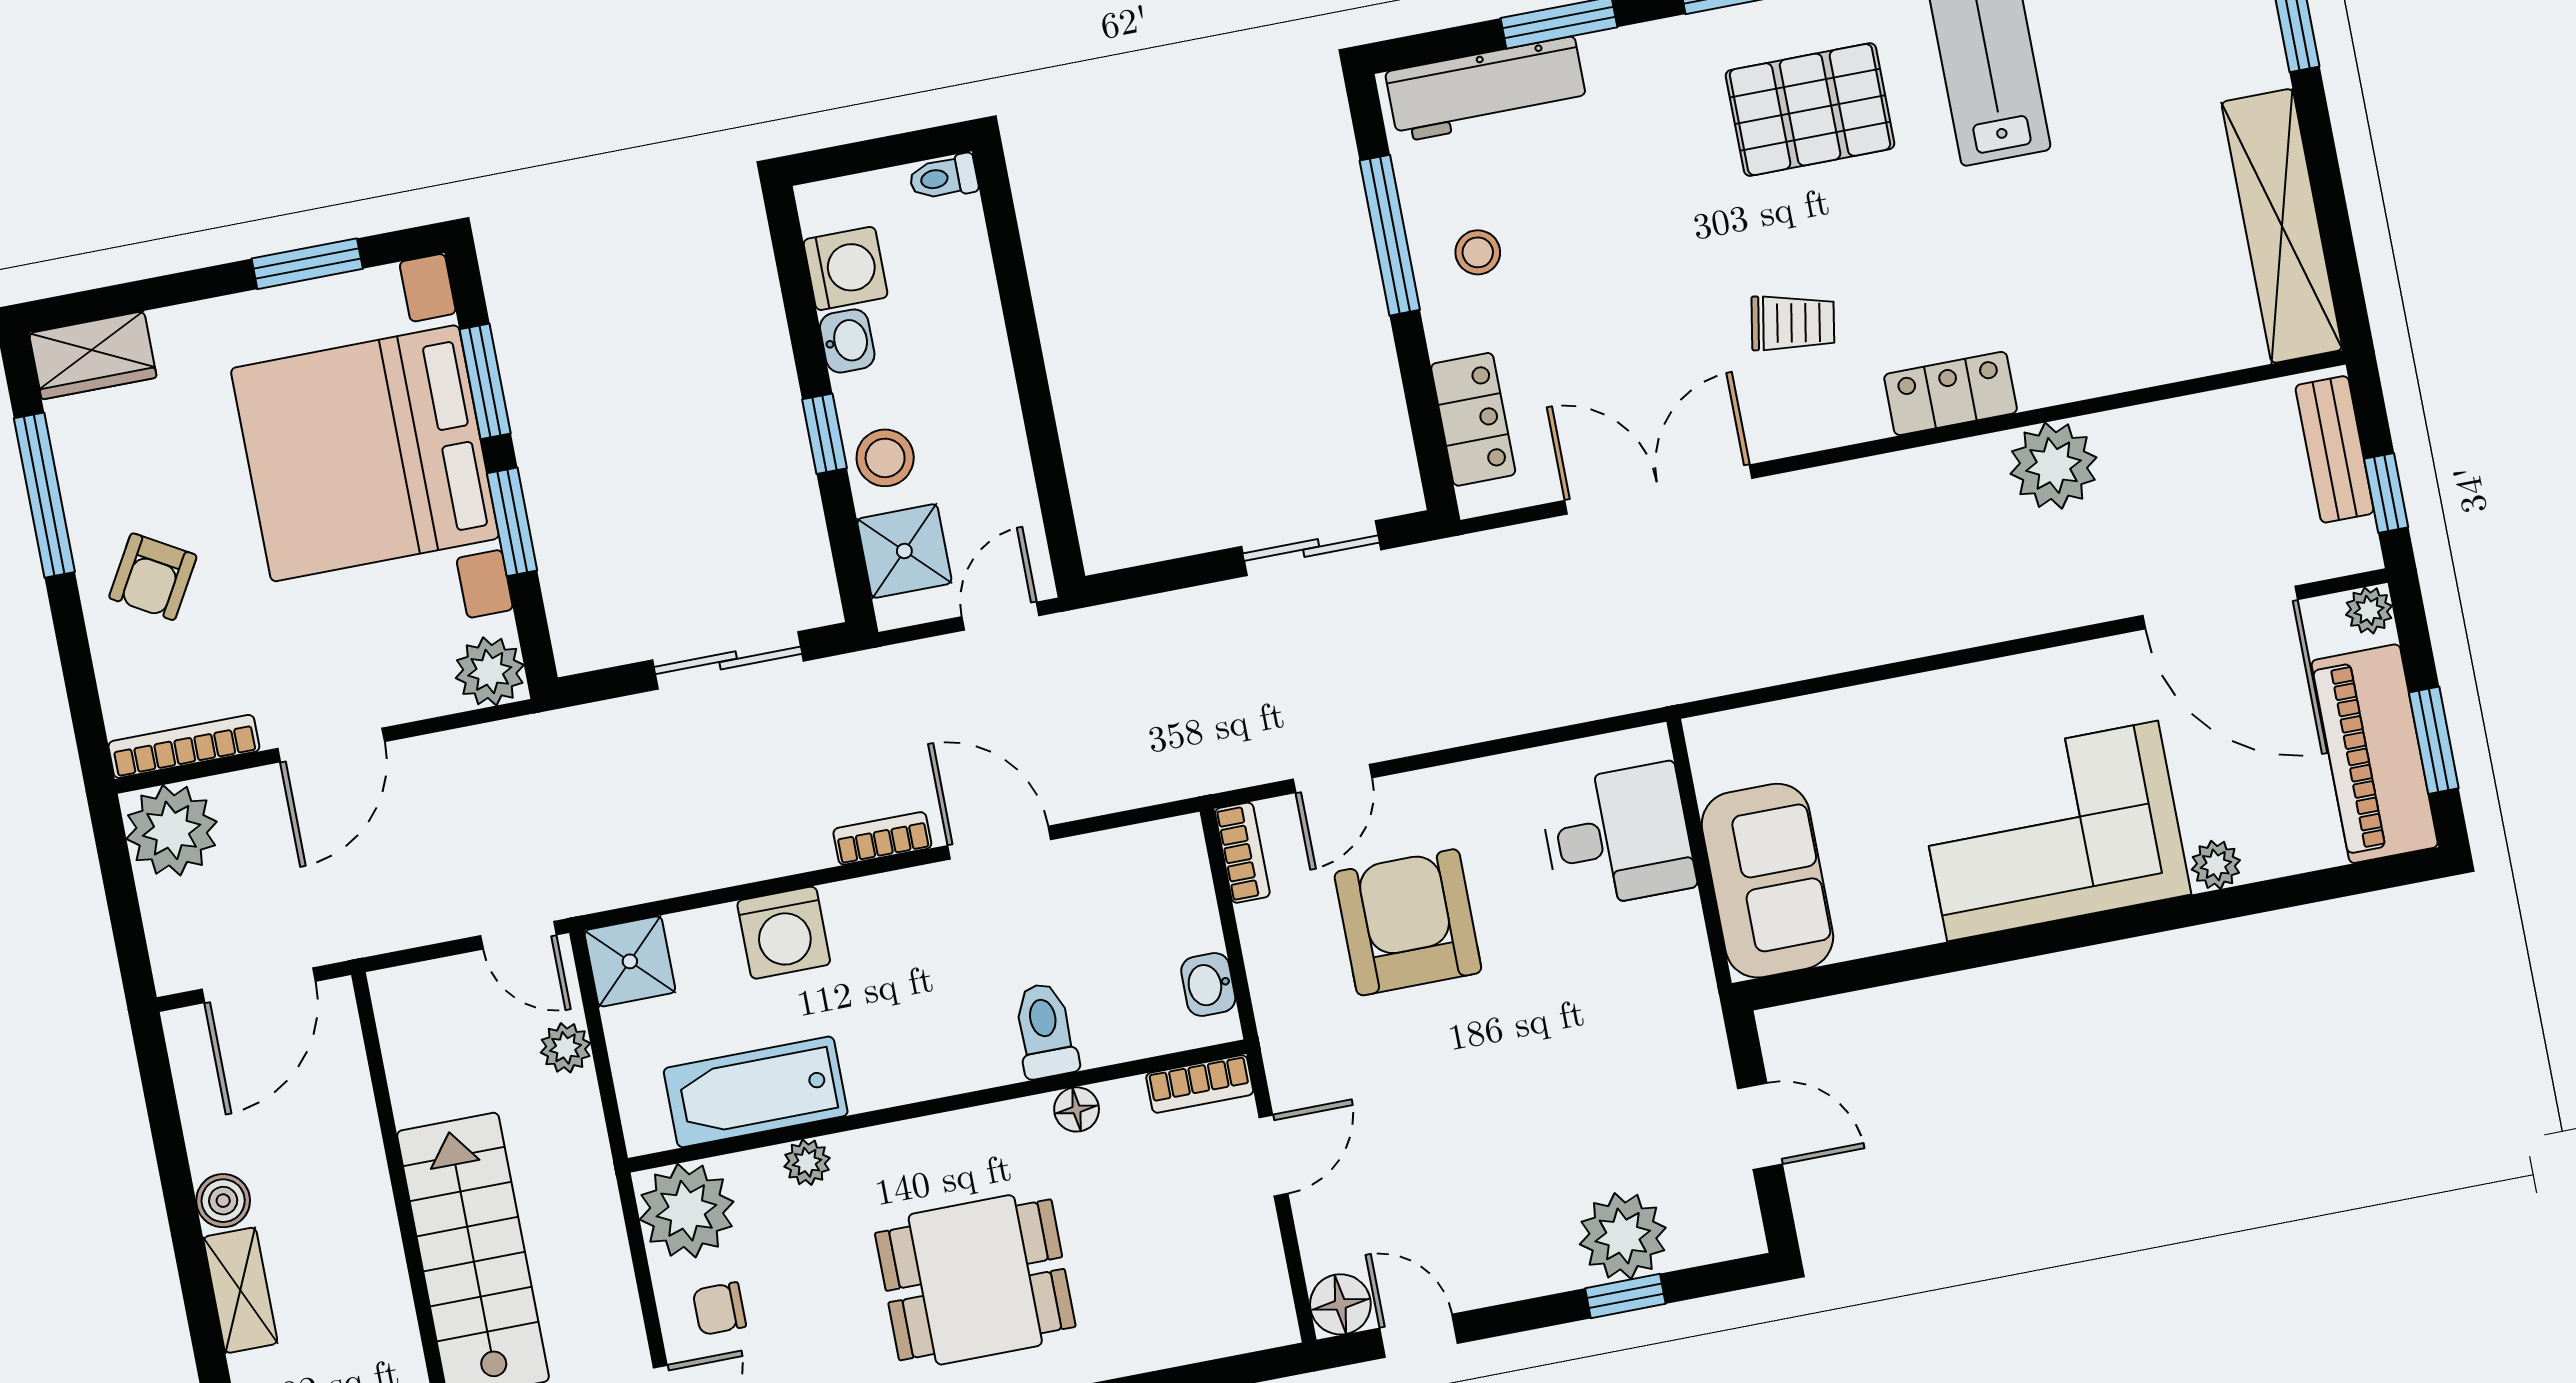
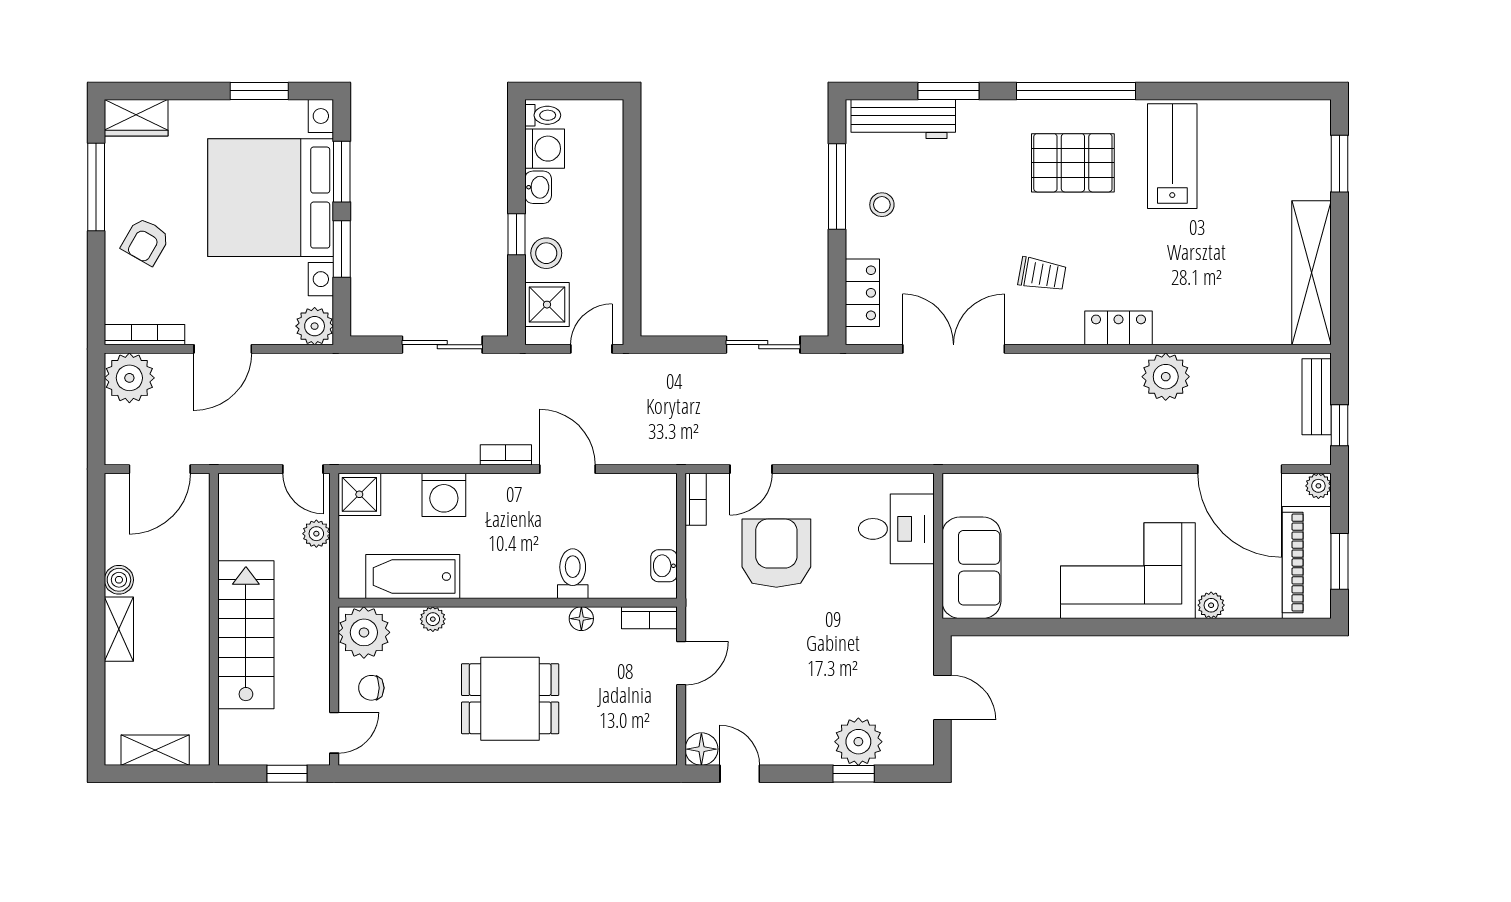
toilet: (943, 177) -> (543, 115), moved, turned 180

